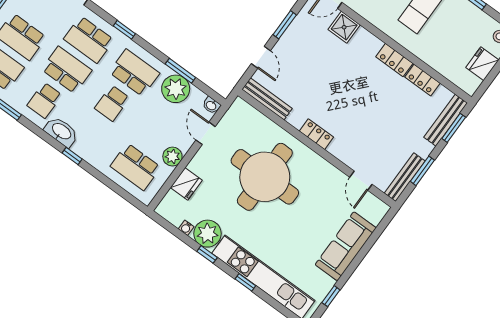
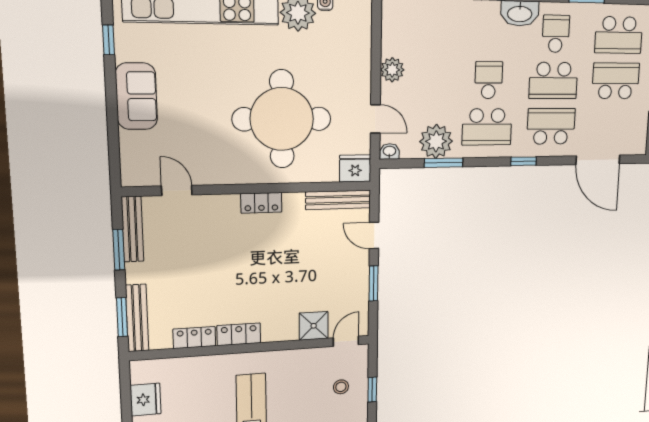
school desk: (136, 167) -> (422, 31), removed
fridge: (186, 184) -> (355, 168), moved, turned 90
sofa: (346, 246) -> (136, 96), width x0.73

